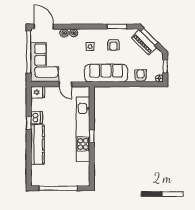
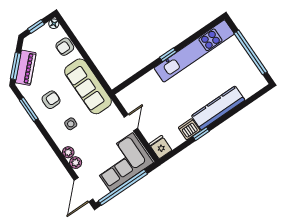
kitchen unit: (83, 129) -> (194, 51), moved

